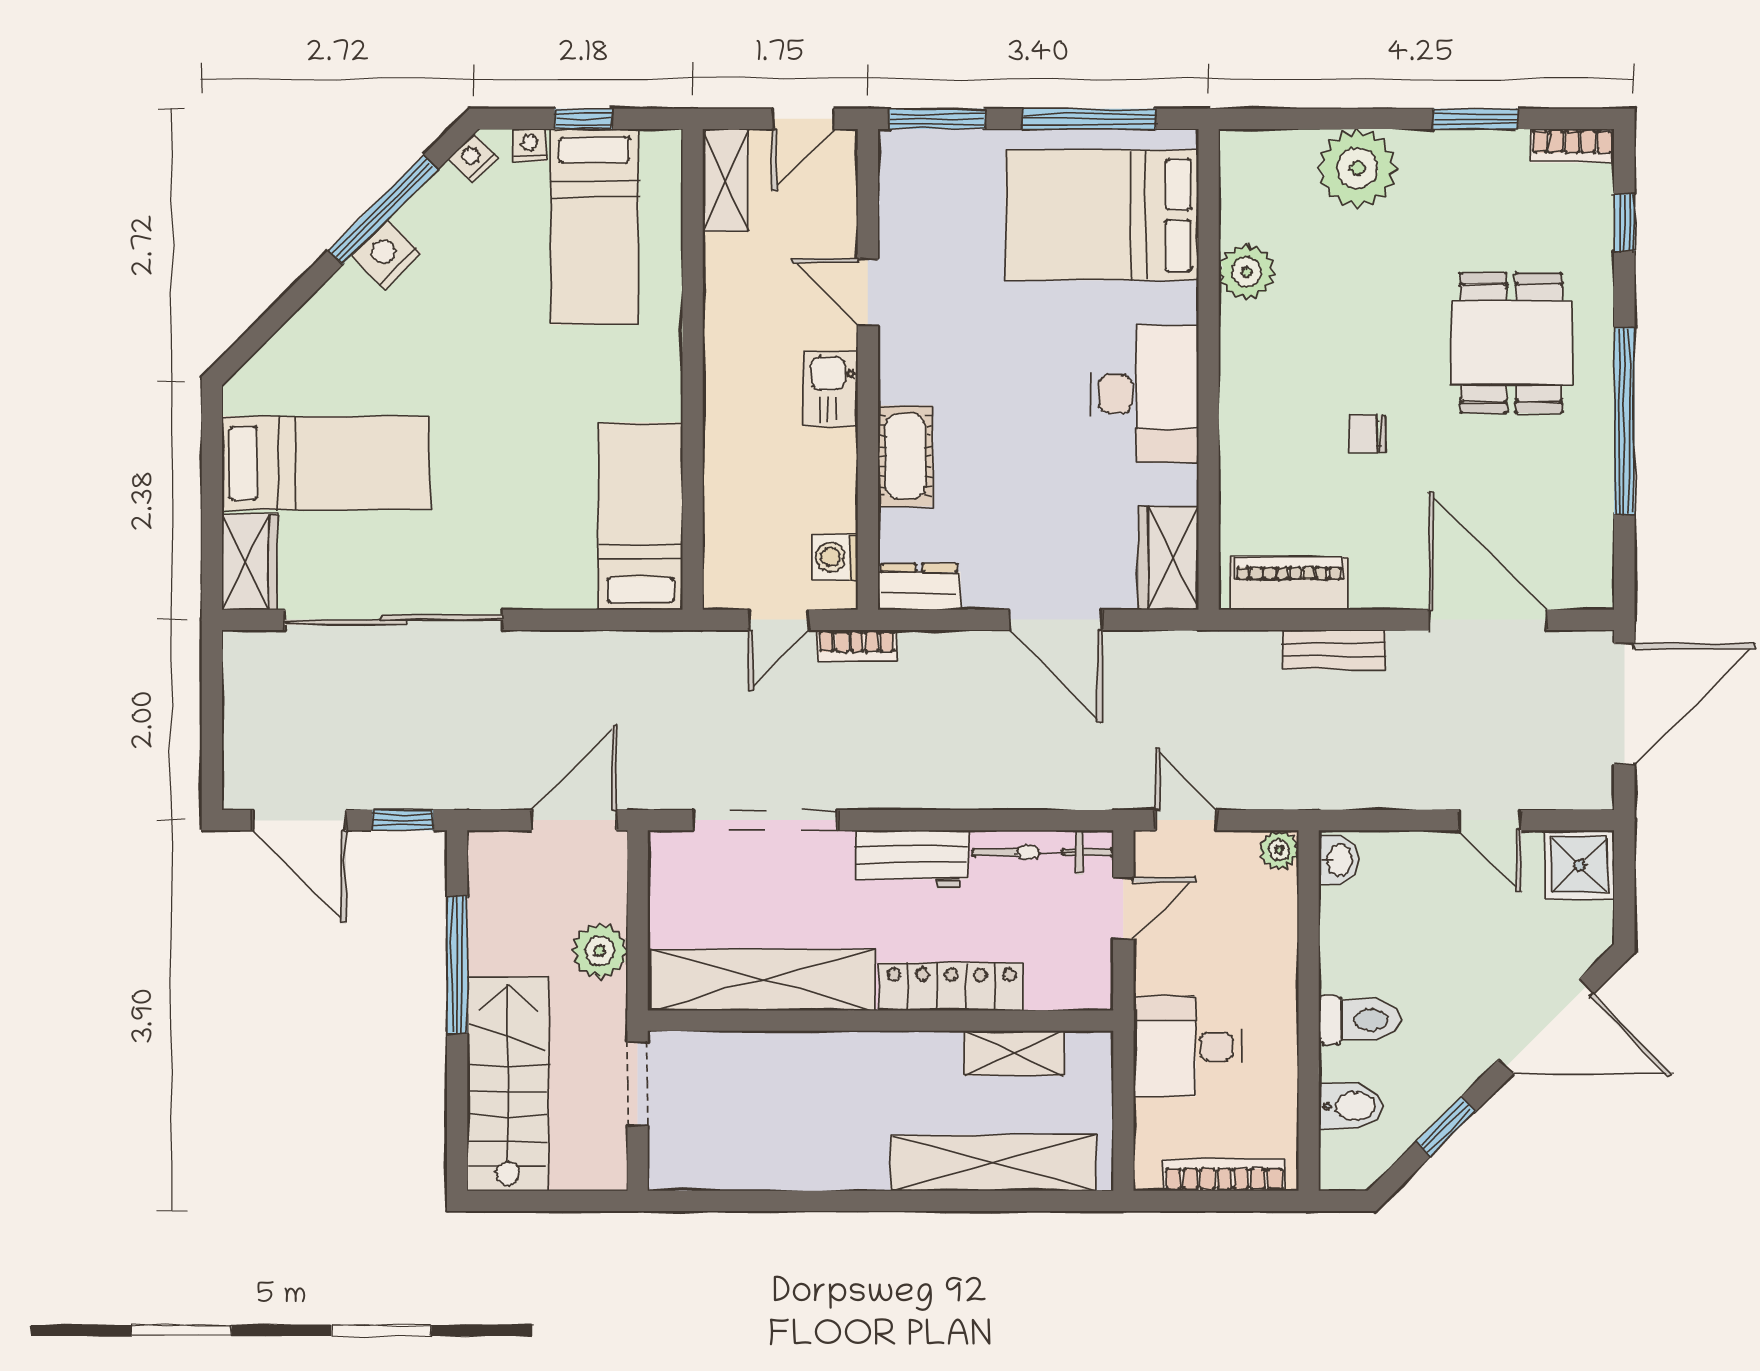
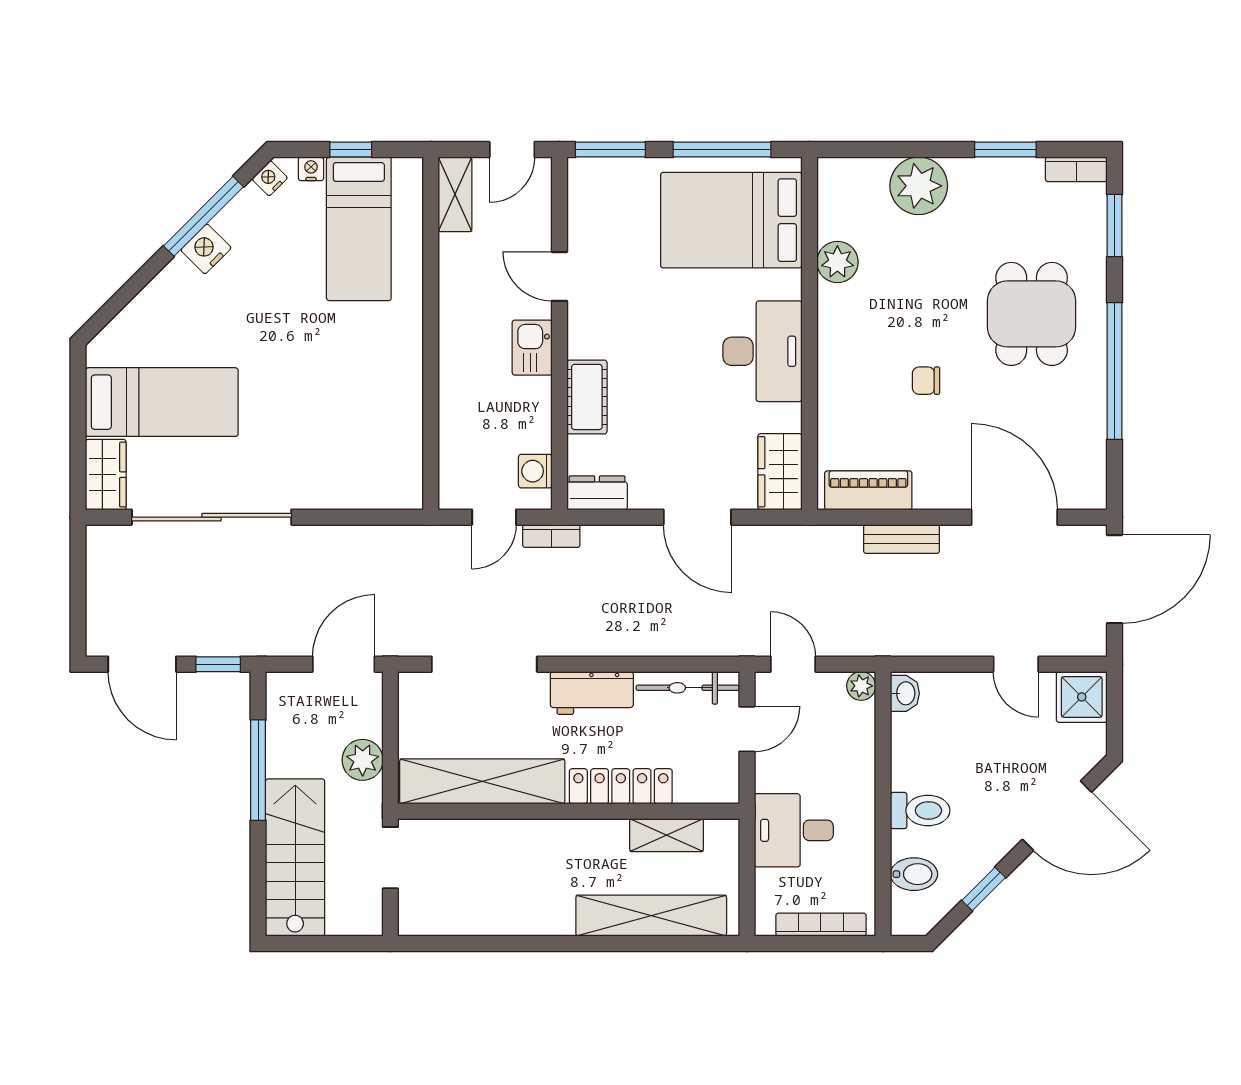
window: (1624, 223) -> (1115, 226), width x1.50
bed: (640, 516) -> (393, 441), removed

